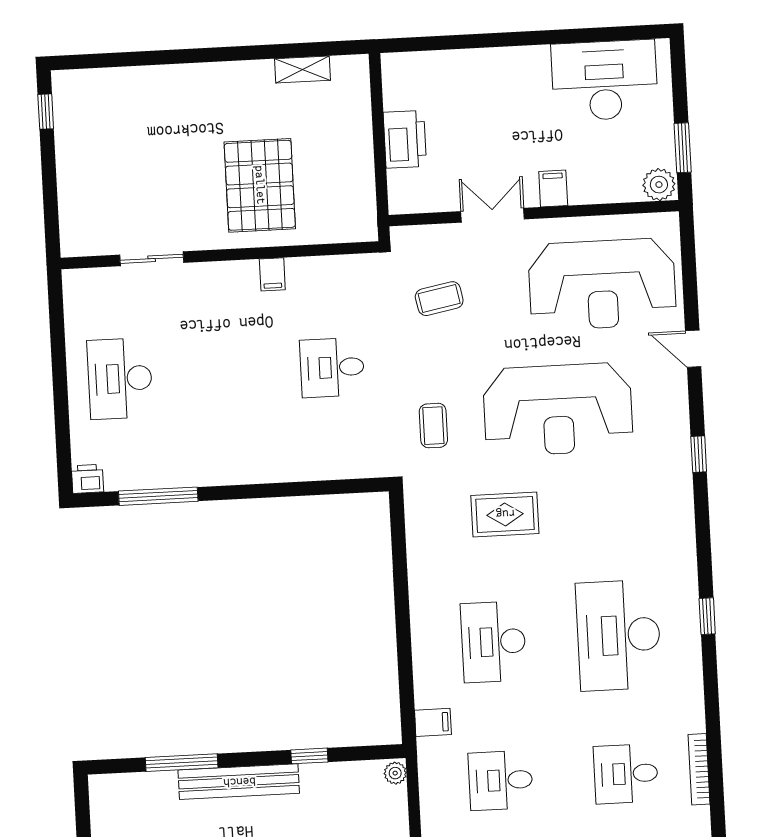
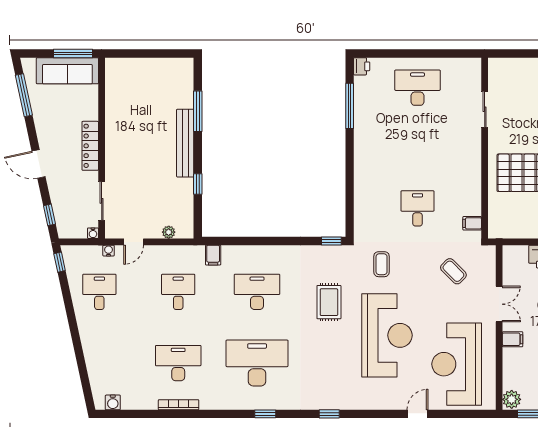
filing cabinet: (272, 274) -> (472, 223), moved
coffee table: (439, 299) -> (453, 271), turned -34
reception desk: (558, 409) -> (387, 335), turned 180
coffee table: (433, 426) -> (382, 264), turned 90
window: (699, 454) -> (329, 414), moved
window: (397, 516) -> (331, 241), added
plant: (395, 773) -> (169, 232), moved
desk: (626, 774) -> (178, 363), width x1.37

